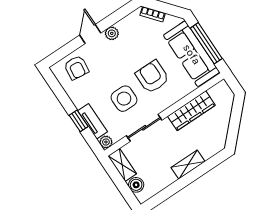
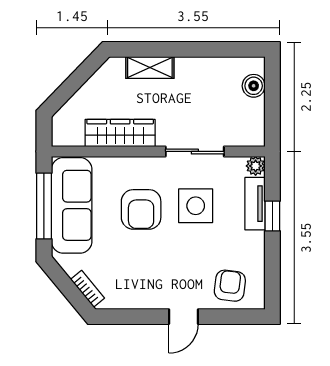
plant: (112, 33) -> (156, 299), removed
shelving: (188, 164) -> (150, 68), moved
shelving: (122, 165) -> (254, 123), removed

